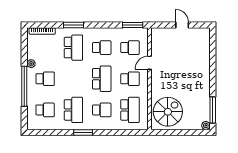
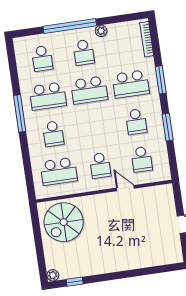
window: (133, 25) -> (168, 127), moved
school desk: (102, 79) -> (89, 90), moved
window: (213, 110) -> (75, 282), width x0.46
spiral stairs: (168, 112) -> (64, 222), turned 90
window: (83, 132) -> (20, 113), width x1.44

